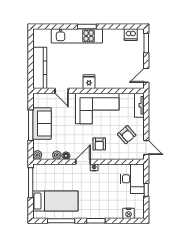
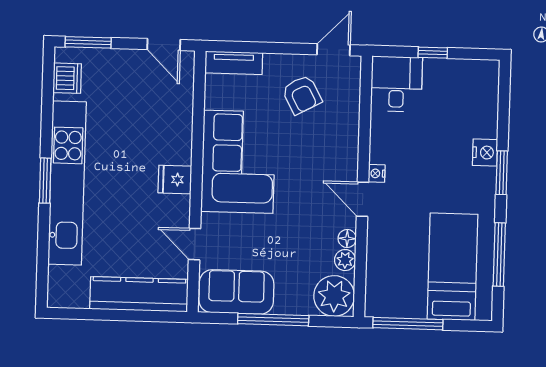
kitchen unit: (77, 36) -> (67, 183), width x1.36
door: (62, 91) -> (195, 244), swing flipped
sofa: (42, 123) -> (236, 292), moved
armchair: (127, 135) -> (302, 95), turned 103
armchair: (99, 144) -> (322, 160), removed
plant: (37, 155) -> (334, 296), width x1.88, depth x1.88
desk: (132, 179) -> (396, 84), width x0.73
nightstand: (129, 213) -> (485, 152), moved

